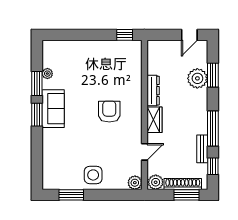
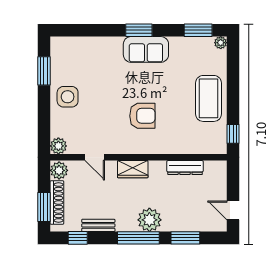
coffee table: (95, 56) -> (209, 98), added
plant: (47, 74) -> (221, 43), moved
plant: (197, 78) -> (149, 220), moved
window: (37, 84) -> (198, 30), moved
dresser: (153, 91) -> (185, 167), moved
window: (213, 129) -> (138, 238), moved

